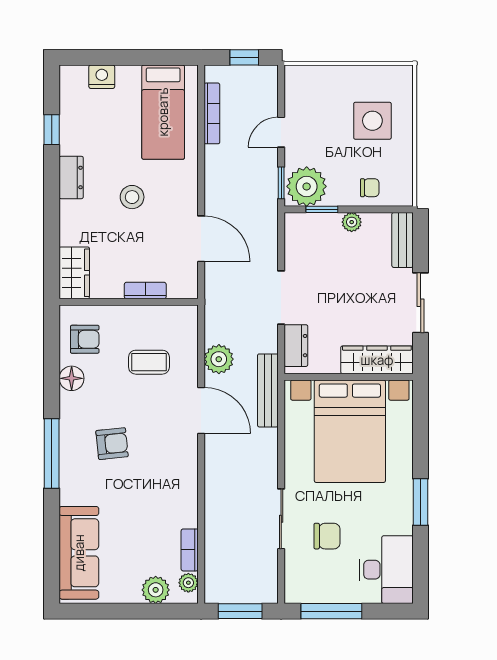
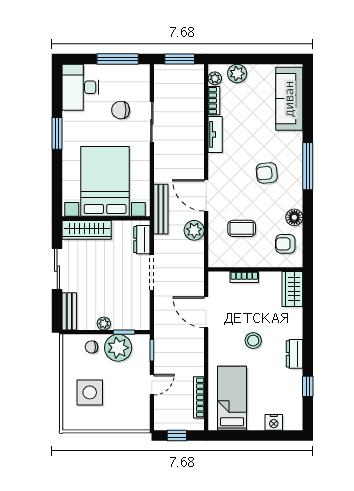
plant: (307, 186) -> (118, 348), moved
tv unit: (188, 500) -> (215, 134), added

